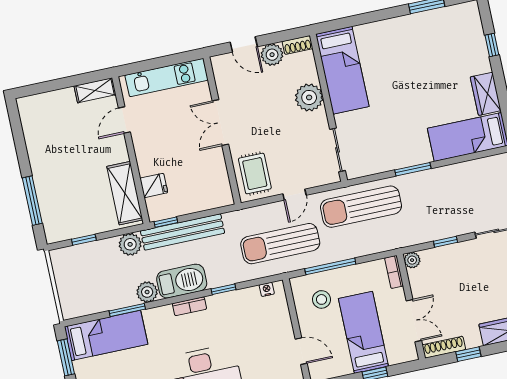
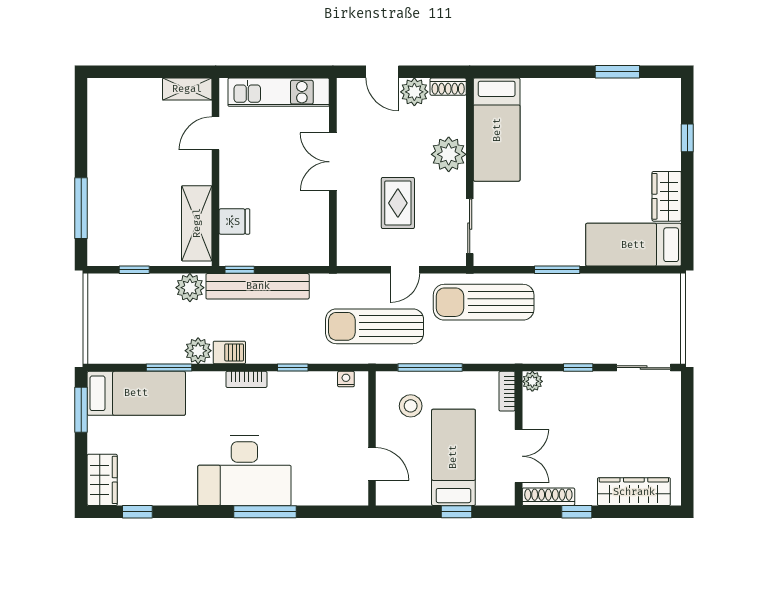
rug: (255, 174) -> (398, 203), moved
barbecue: (182, 281) -> (229, 352), width x0.53, depth x0.65

